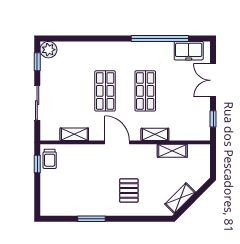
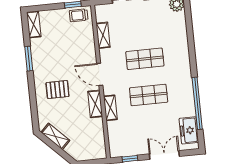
door: (117, 142) -> (100, 74), swing flipped
shelving: (172, 151) -> (95, 104), moved
shelving: (55, 209) -> (34, 24), added

